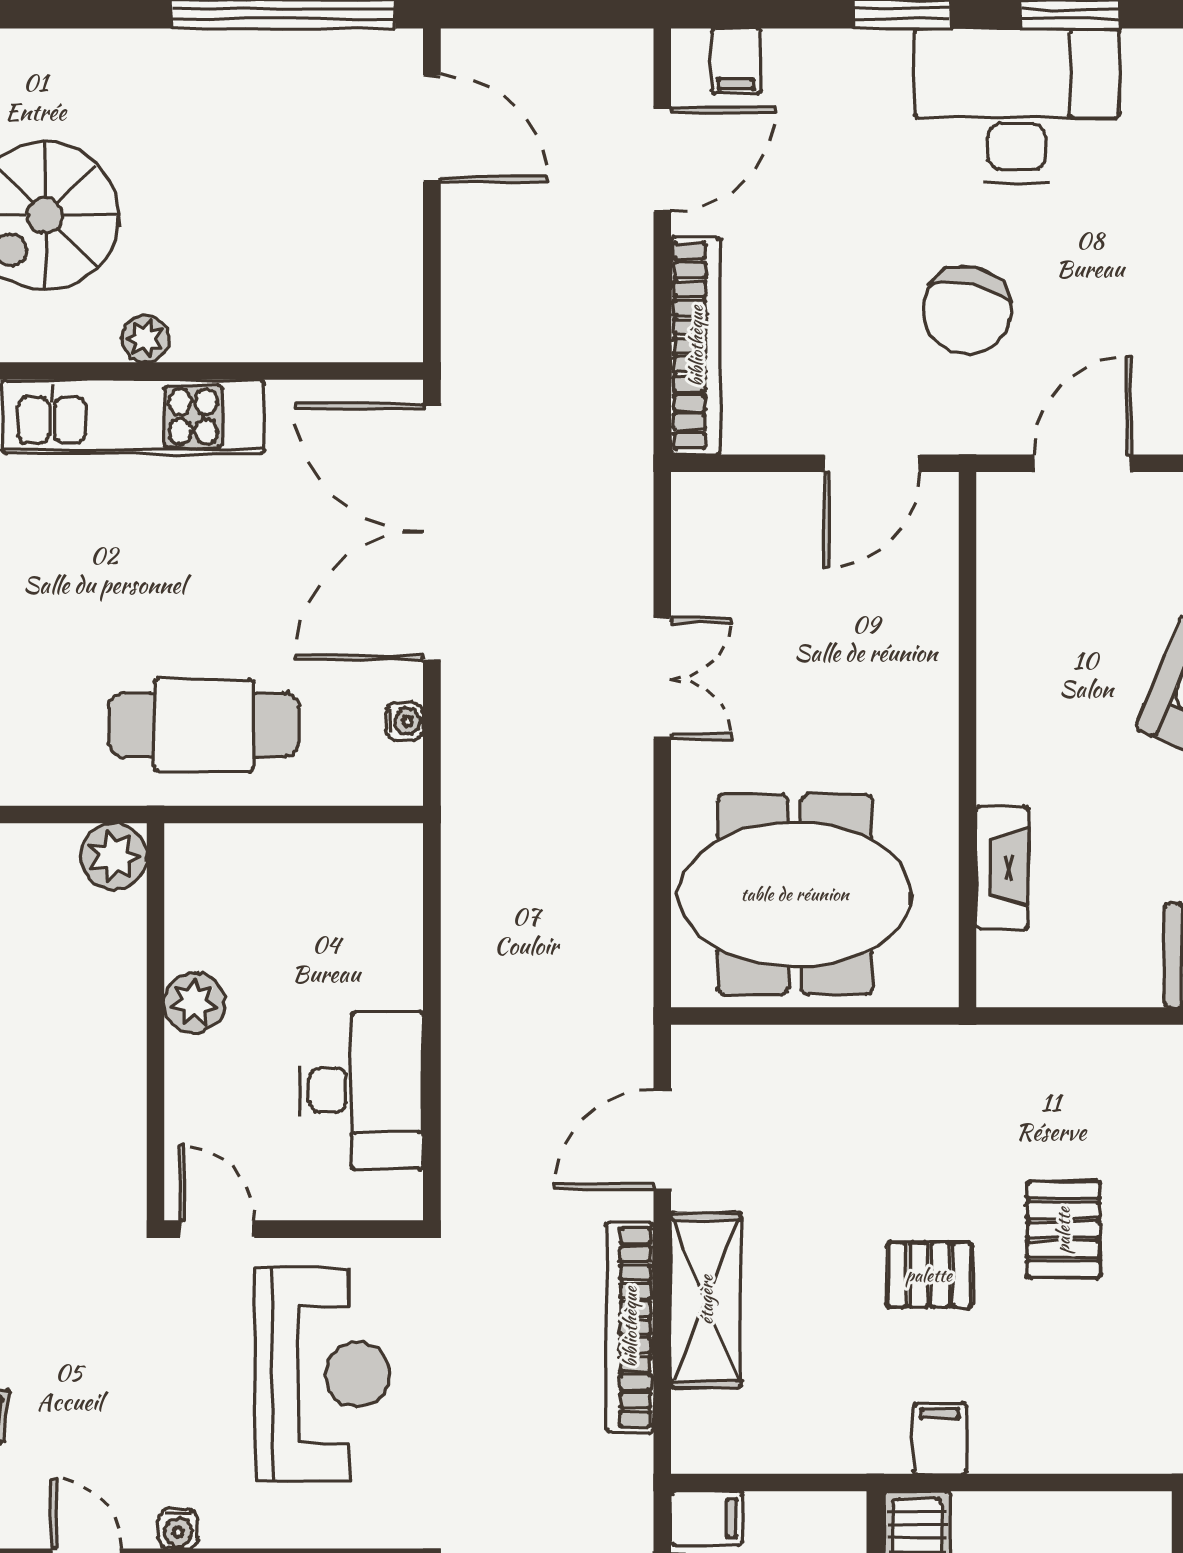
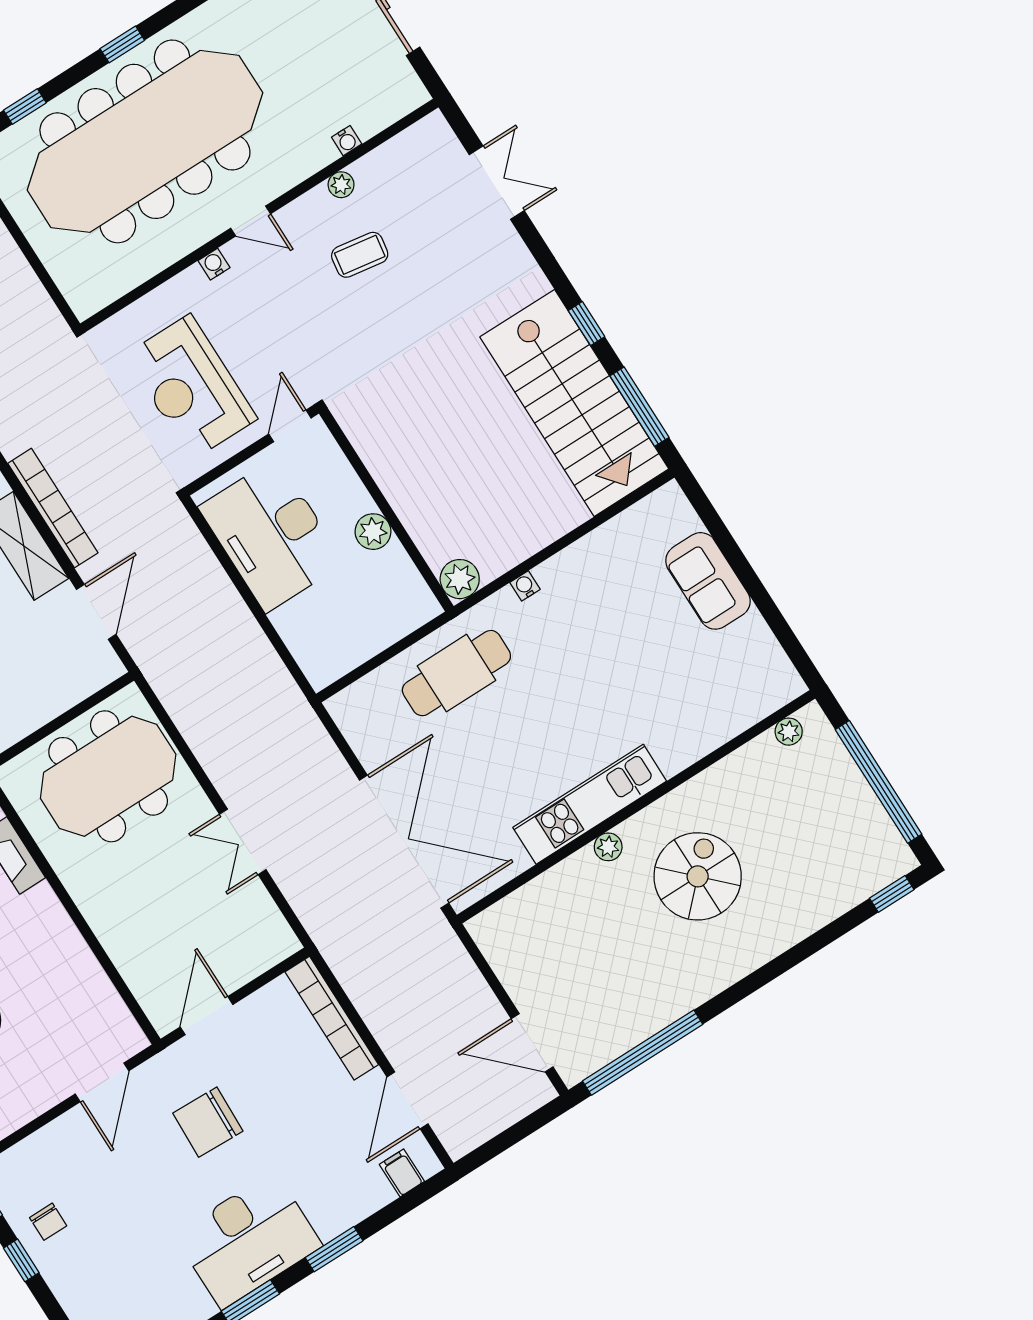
chair: (967, 310) -> (208, 1122), turned -100
water cooler: (404, 721) -> (525, 586), moved, turned 90
desk: (361, 1090) -> (271, 535), width x1.36, depth x1.30
door: (217, 1229) -> (290, 426), swing flipped

